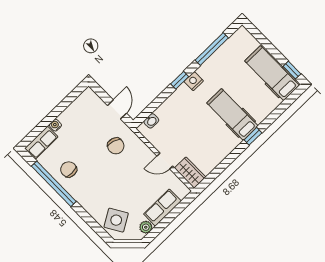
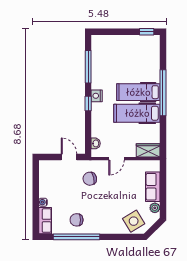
hospital bed: (272, 73) -> (137, 113), moved
window: (253, 136) -> (163, 93), width x3.17
chair: (116, 146) -> (90, 179), turned 151
door: (165, 161) -> (116, 159), moved

